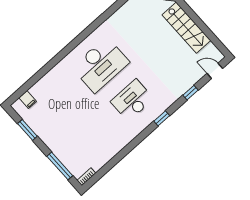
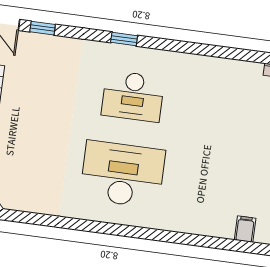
window: (190, 93) -> (43, 28), moved

